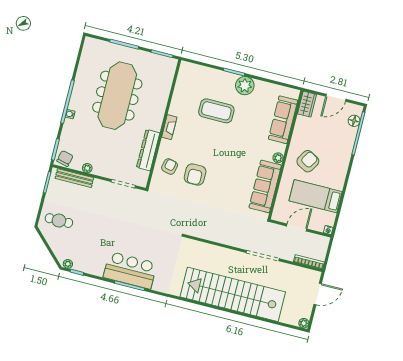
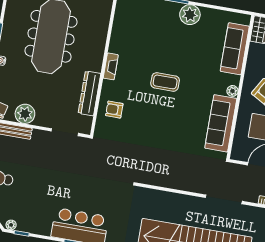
coffee table: (216, 111) -> (165, 82), moved, width x0.73, depth x0.76
armchair: (170, 166) -> (114, 110), turned -103
plant: (87, 168) -> (25, 114), width x1.88, depth x1.88
armchair: (195, 174) -> (143, 116), removed

